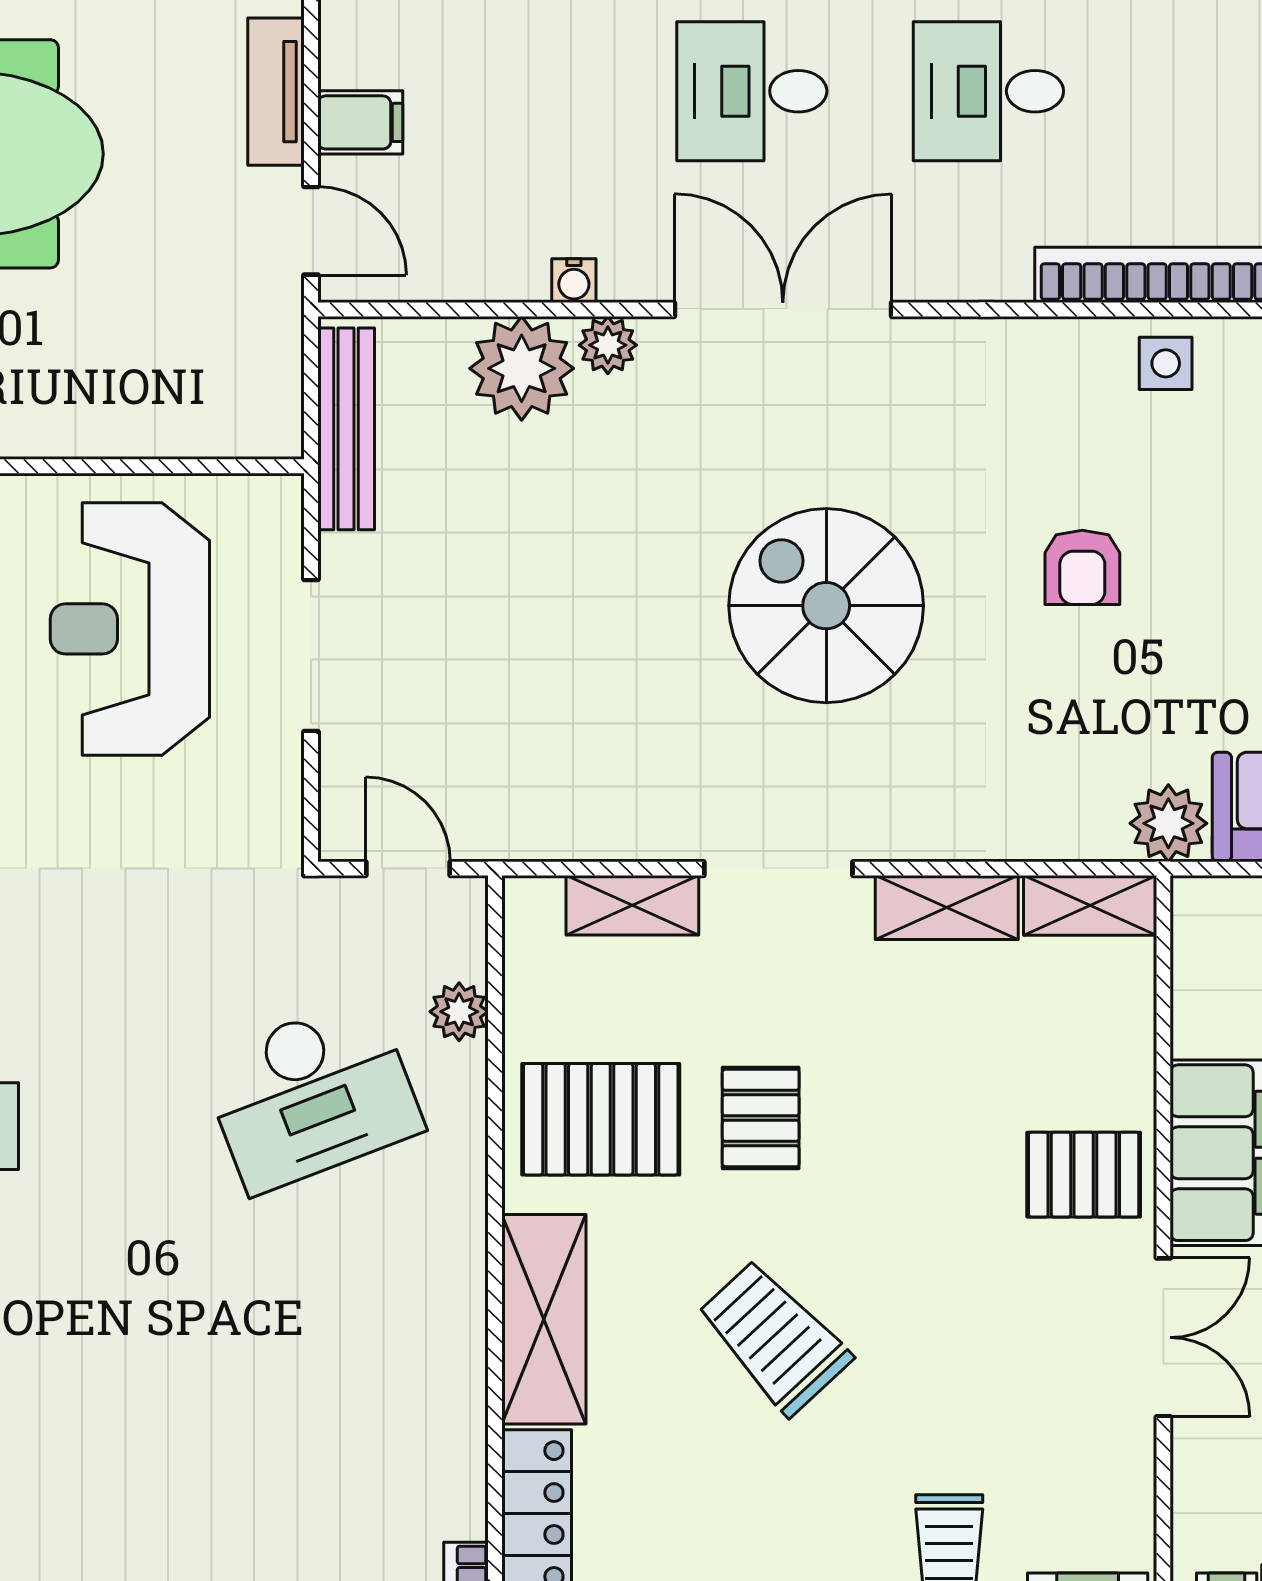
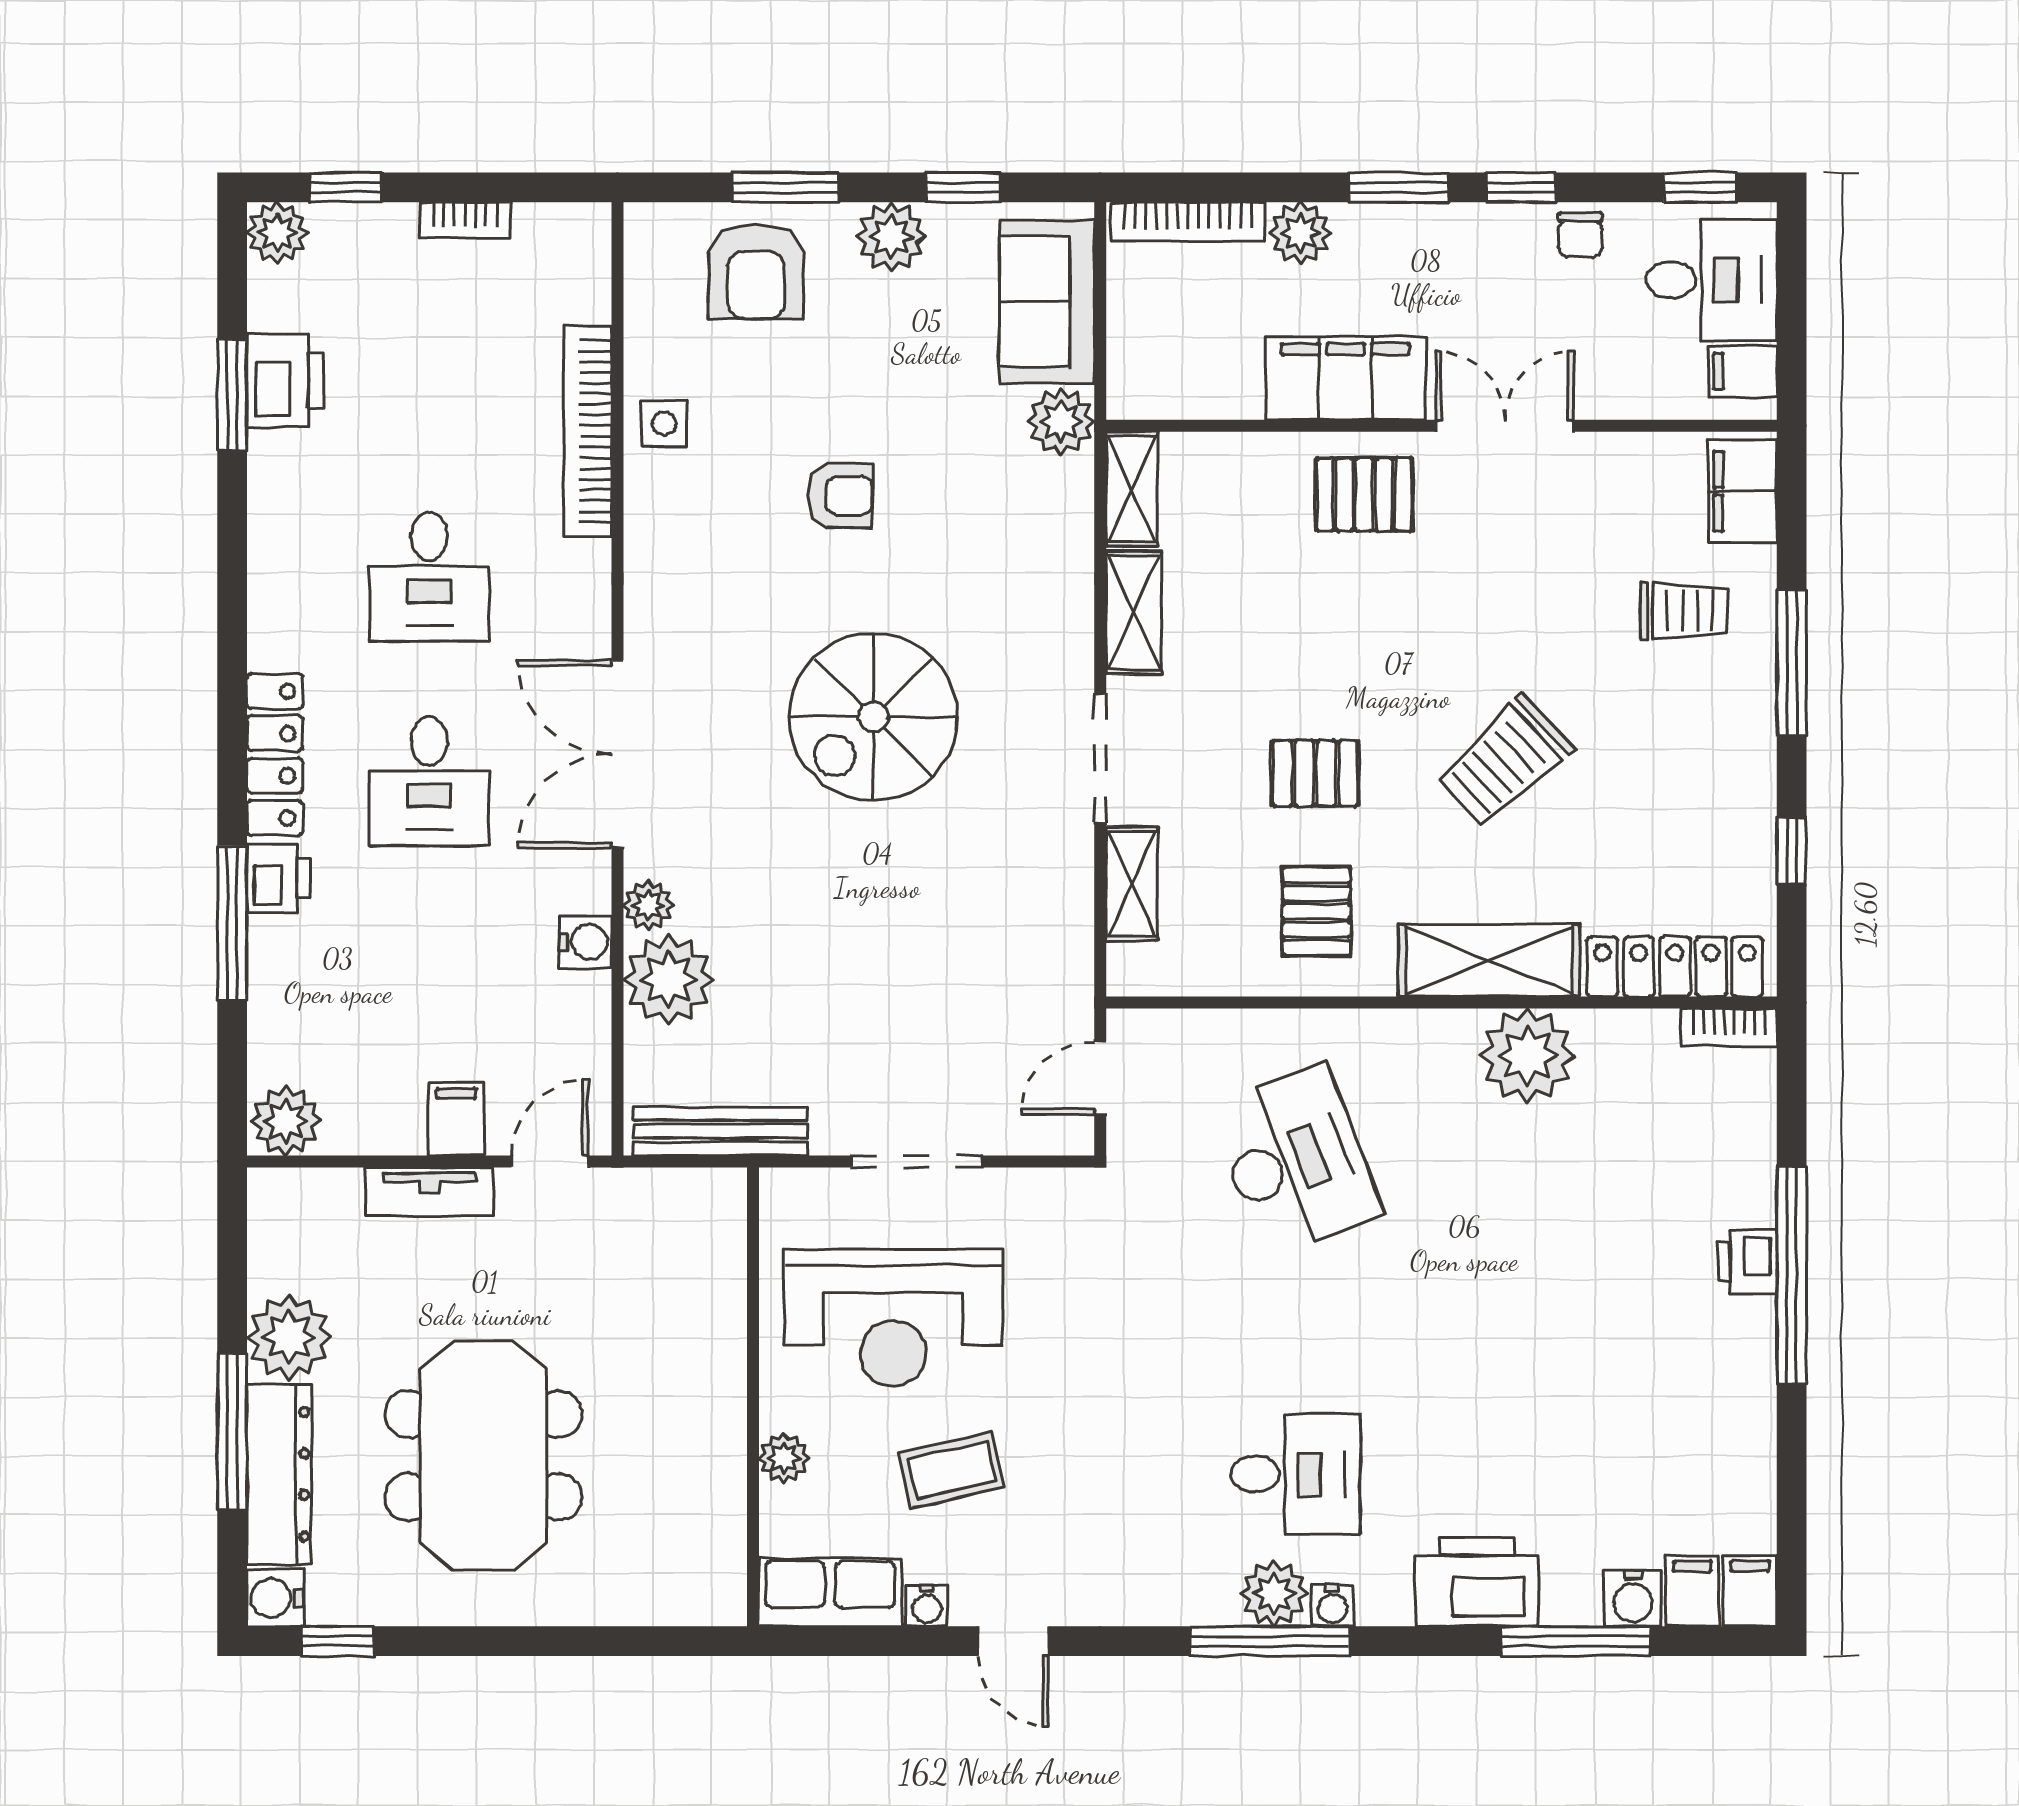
water cooler: (574, 281) -> (585, 942), width x1.38, depth x1.38
plant: (459, 1012) -> (1527, 1056), moved, width x1.88, depth x1.88
pallet: (601, 1119) -> (1316, 911), width x0.67, depth x0.71
pallet: (1084, 1175) -> (1364, 495), turned 90

